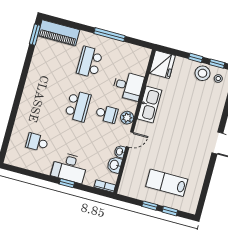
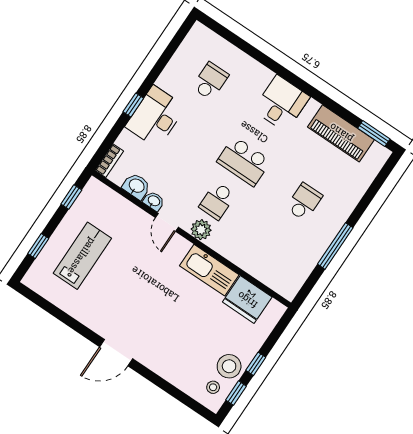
piano: (59, 33) -> (341, 133), moved, turned -90
school desk: (90, 62) -> (304, 202), width x0.54
fridge: (162, 64) -> (247, 300), moved
desk: (128, 86) -> (281, 103), moved, turned 180
window: (150, 206) -> (71, 197), moved

